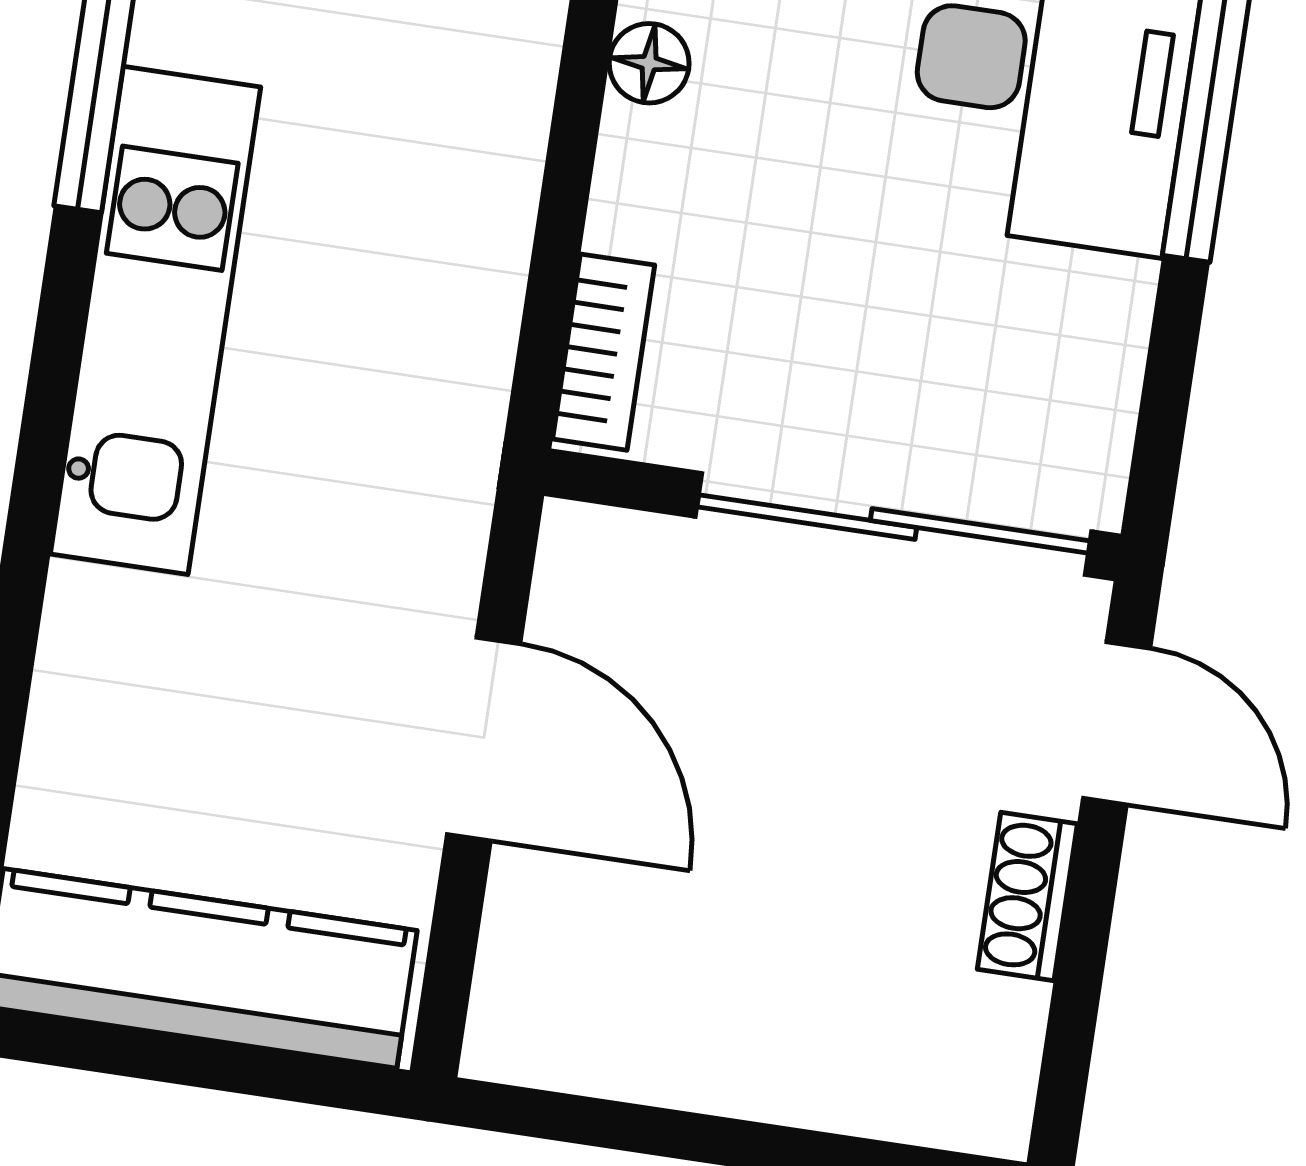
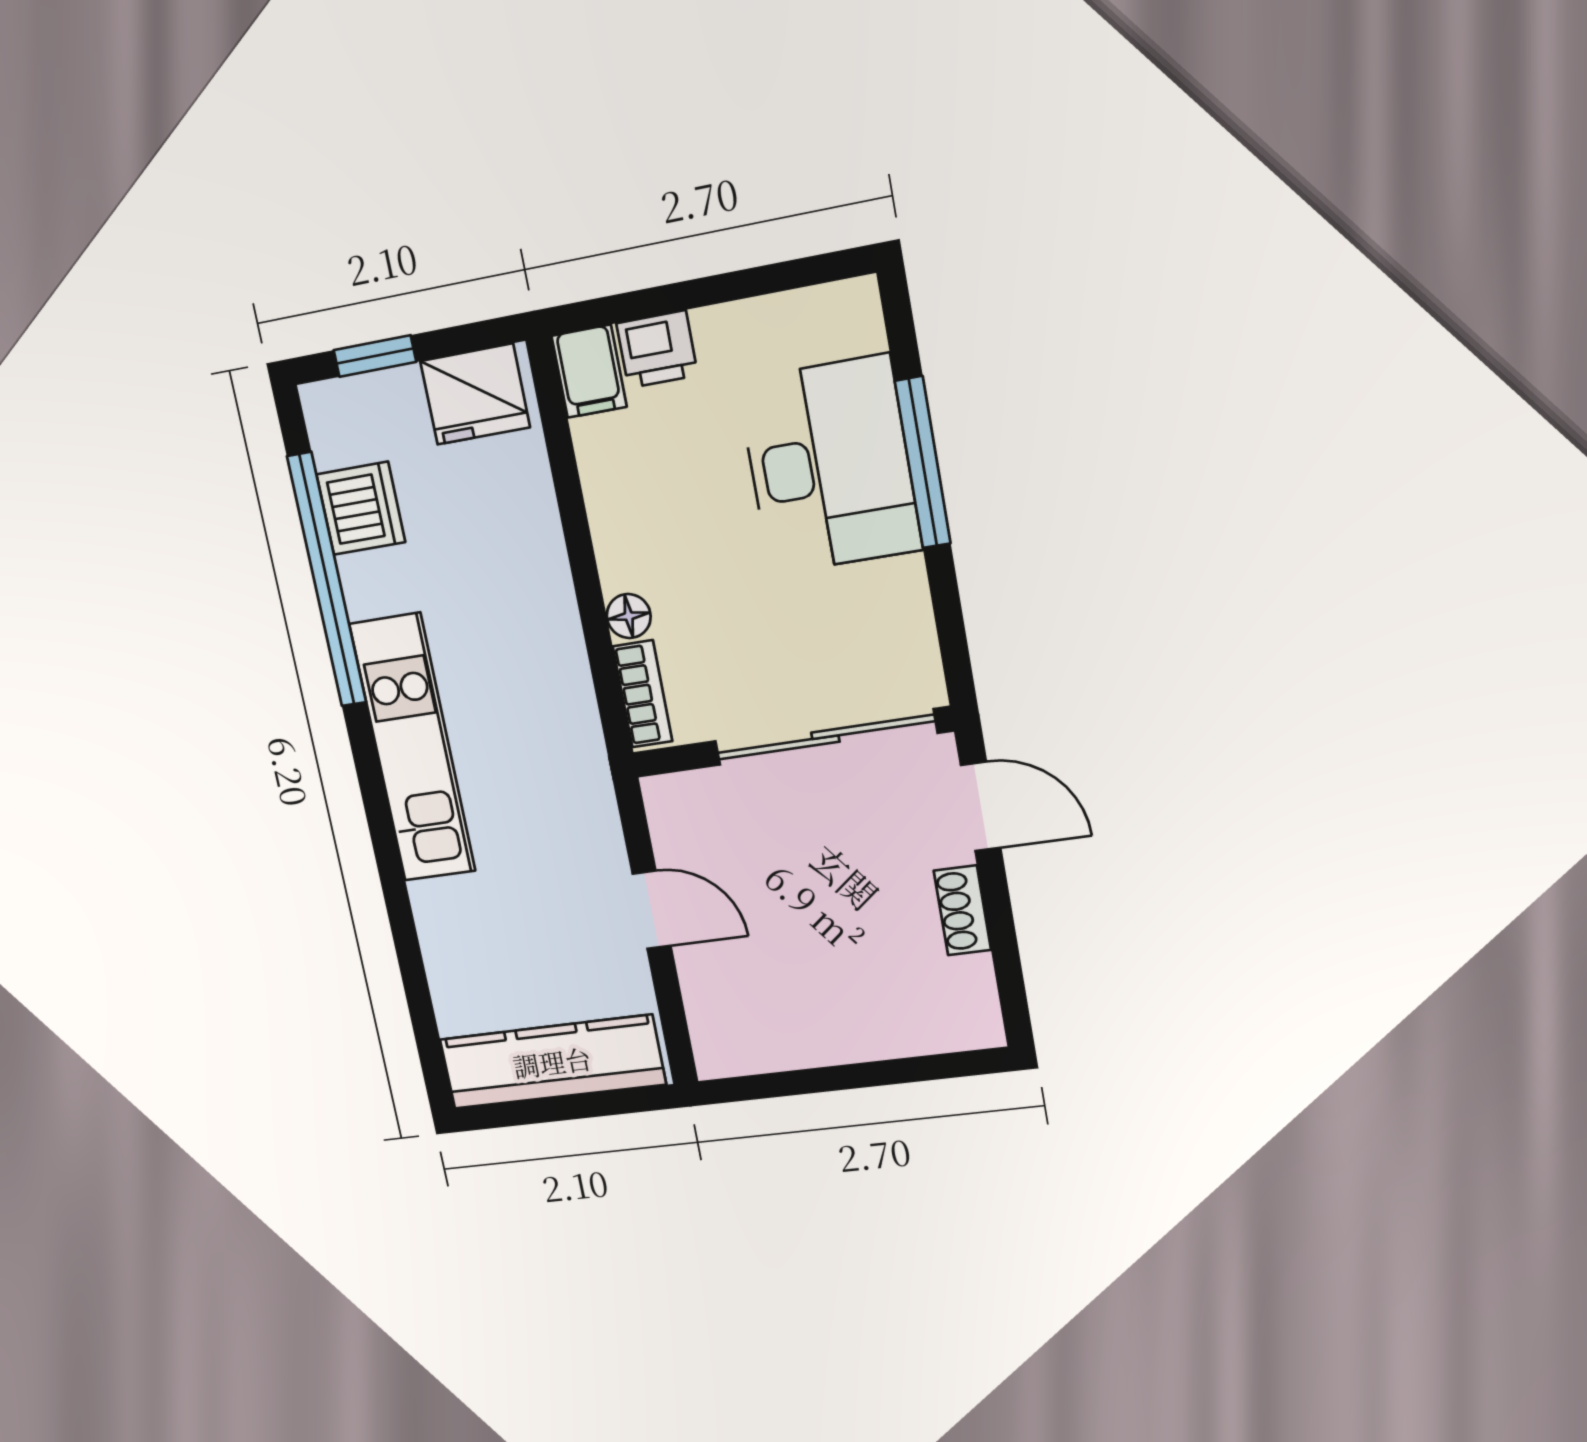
floor lamp: (649, 63) -> (629, 616), moved
door: (484, 739) -> (652, 910), width x0.73

